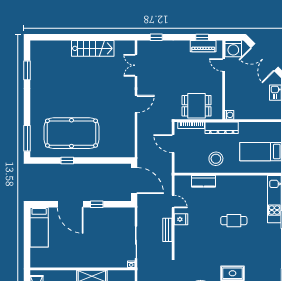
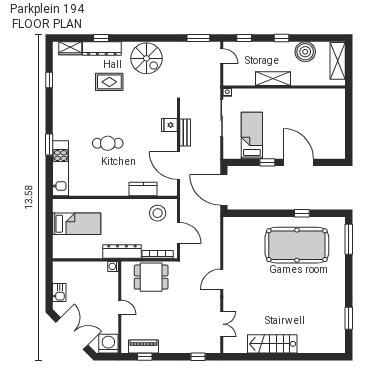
door: (224, 65) -> (120, 307), moved
stool: (216, 159) -> (158, 213), moved
door: (173, 202) -> (179, 165), width x1.88
fridge: (181, 219) -> (169, 125), moved
bed: (39, 227) -> (252, 135), moved

